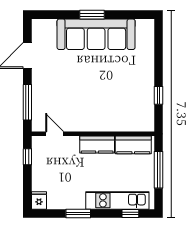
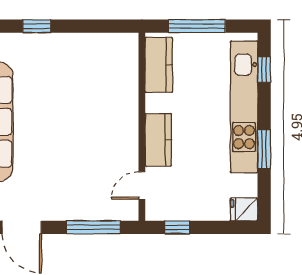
window: (159, 95) -> (37, 26), moved
kitchen counter: (97, 144) -> (158, 140), moved
kitchen unit: (117, 200) -> (244, 107), width x1.36

